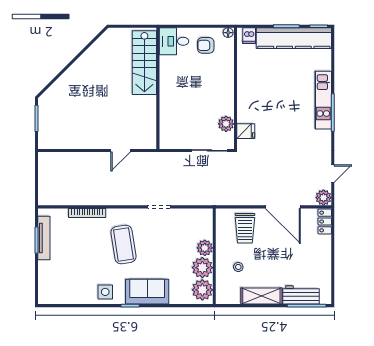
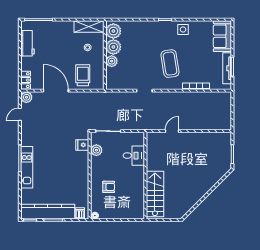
desk: (174, 41) -> (134, 156), moved
armchair: (206, 45) -> (109, 187), moved
sofa: (147, 292) -> (222, 36), moved, turned 90
workbench: (301, 295) -> (27, 43), moved, turned -90
shelving: (261, 296) -> (89, 27), moved

